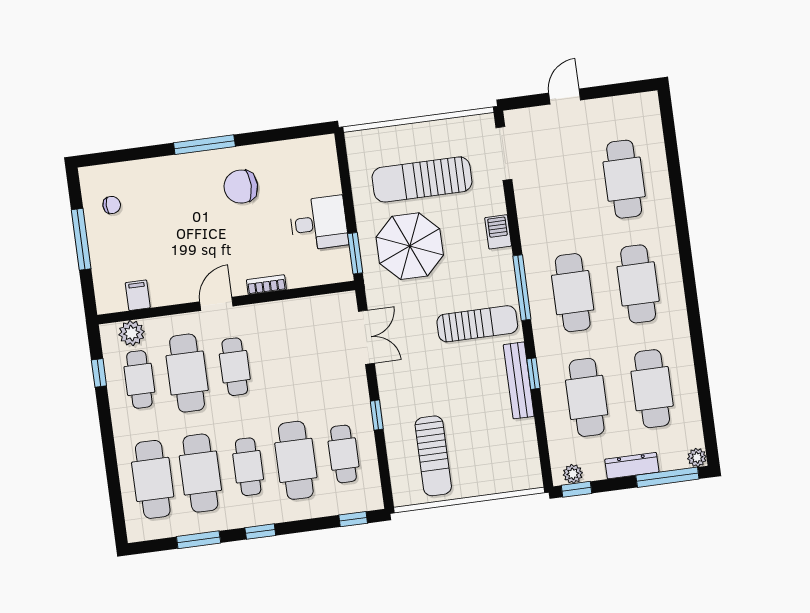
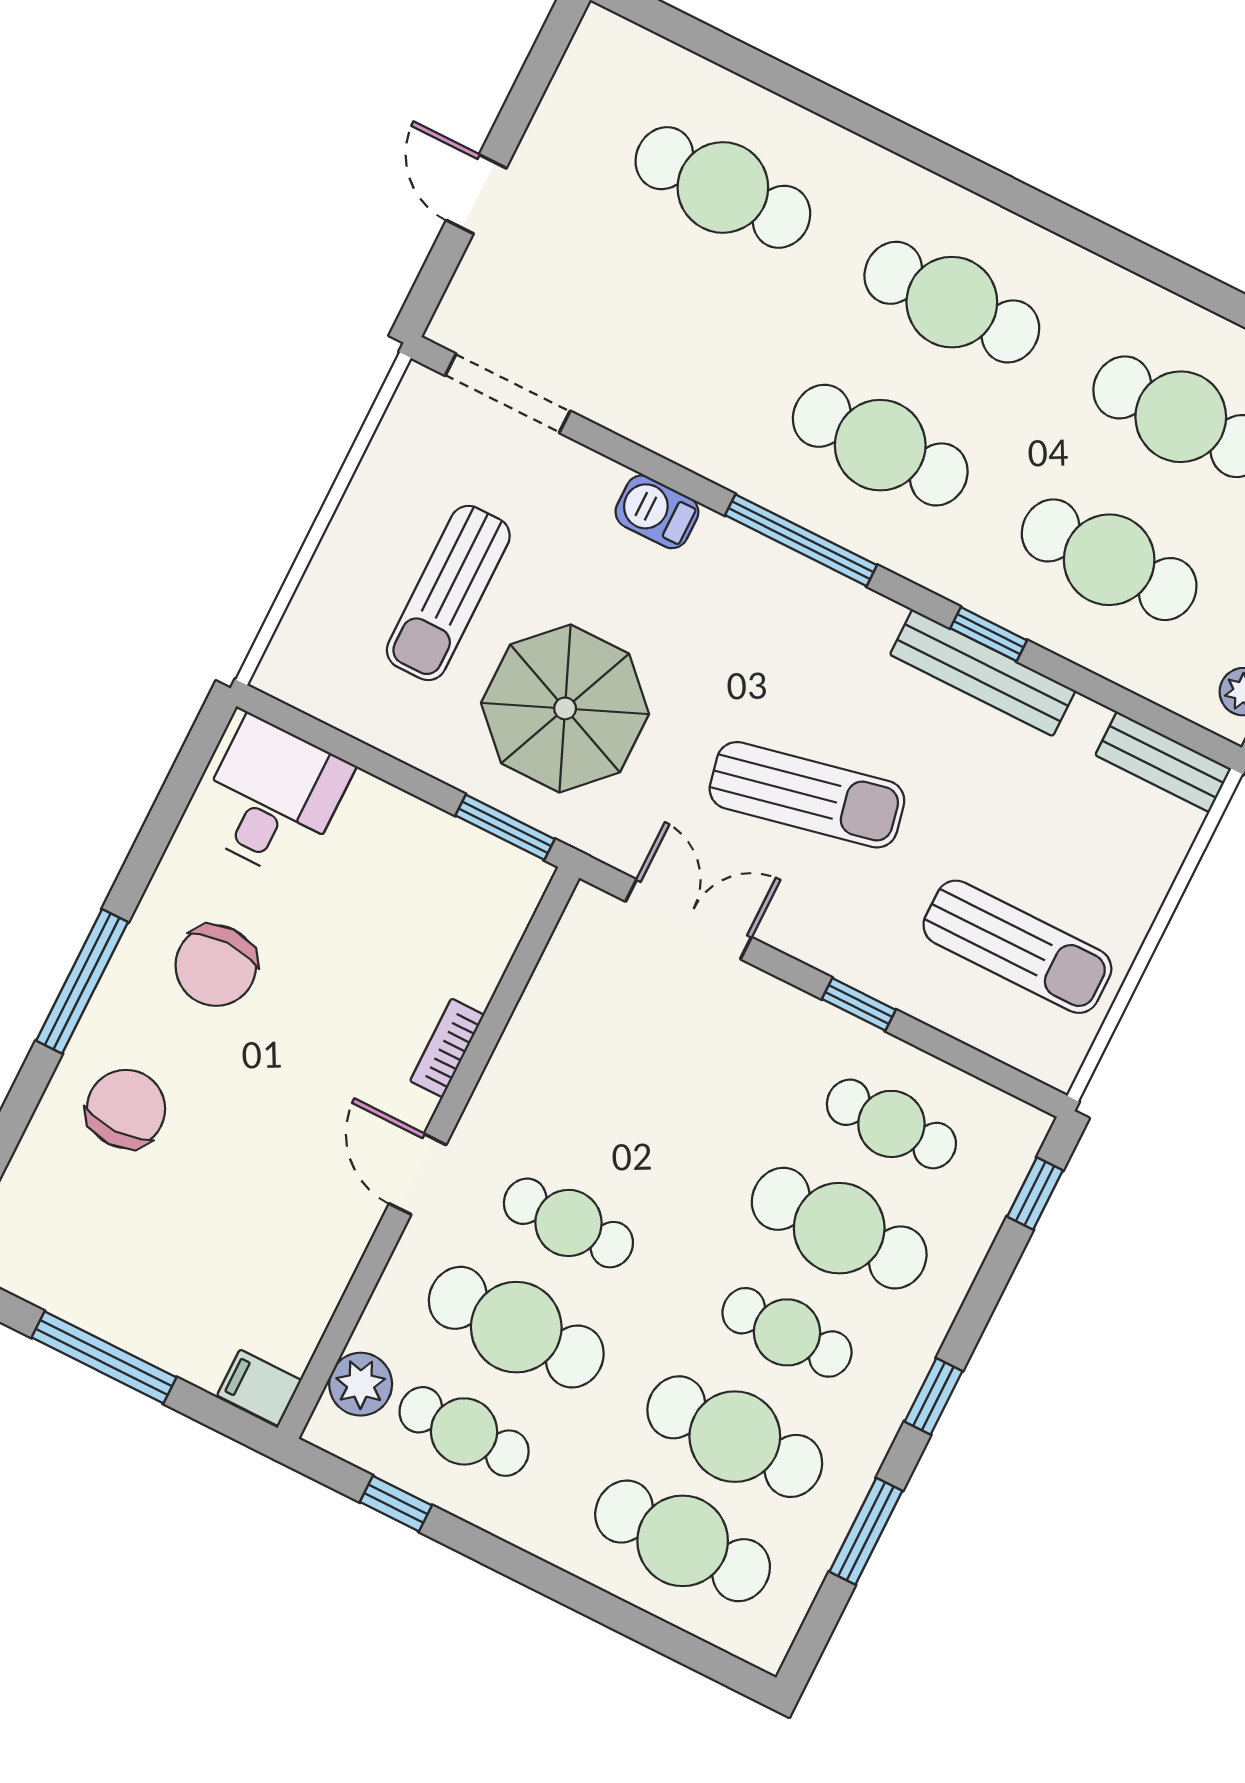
sun lounger: (422, 179) -> (448, 593), width x0.73, depth x0.75
chair: (112, 205) -> (126, 1109), moved, width x1.87, depth x1.87
desk: (319, 223) -> (273, 798), moved
filing cabinet: (138, 295) -> (259, 1388), moved
sun lounger: (477, 324) -> (807, 795), moved, turned 78
bench: (530, 463) -> (1163, 762), added

